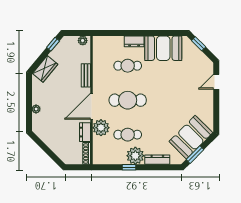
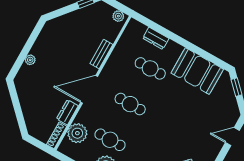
dresser: (134, 41) -> (156, 38), moved
wardrobe: (45, 69) -> (63, 23), removed
cafe table: (128, 100) -> (130, 104), width x0.73, depth x0.74
plant: (101, 128) -> (77, 133), moved

